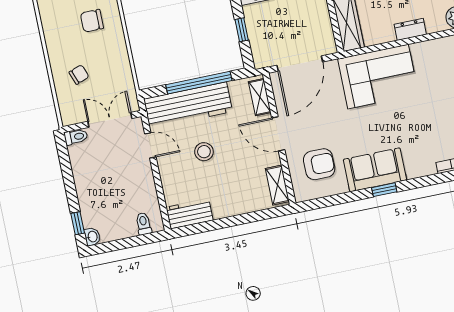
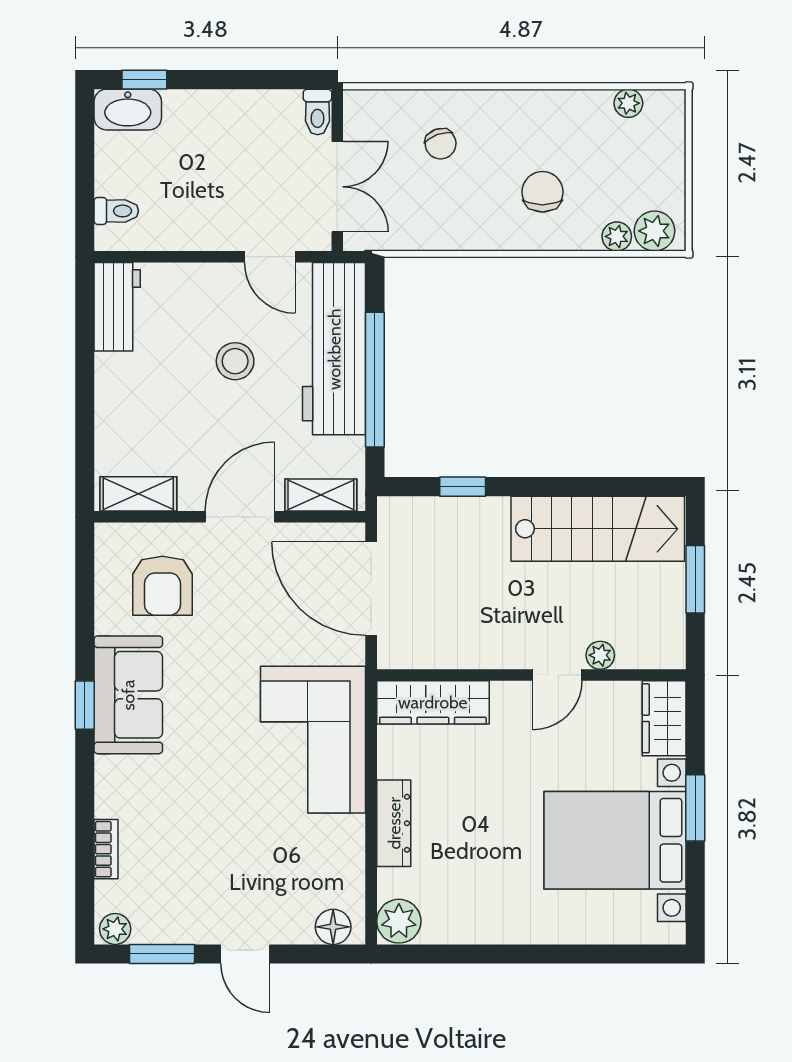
dresser: (410, 29) -> (394, 823), width x1.44
door: (150, 145) -> (270, 257), hinge flipped
washbasin: (92, 237) -> (128, 110), width x1.91, depth x1.45

